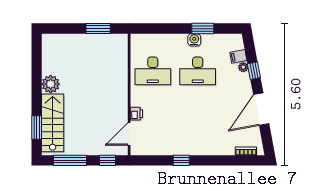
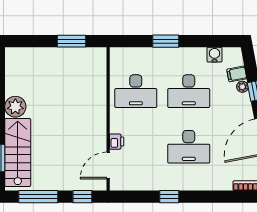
window: (203, 29) -> (166, 41), moved
water cooler: (194, 40) -> (215, 55), moved
desk: (198, 118) -> (189, 147), added

